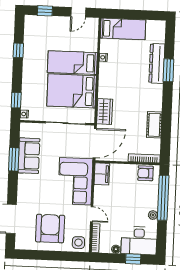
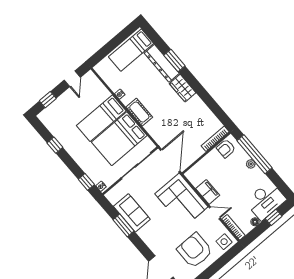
bed: (123, 29) -> (131, 50), moved, turned 180
wardrobe: (105, 111) -> (183, 88), moved, turned 180
cot: (154, 125) -> (139, 112), moved
filing cabinet: (102, 174) -> (208, 192), moved
plant: (153, 215) -> (251, 164), moved

